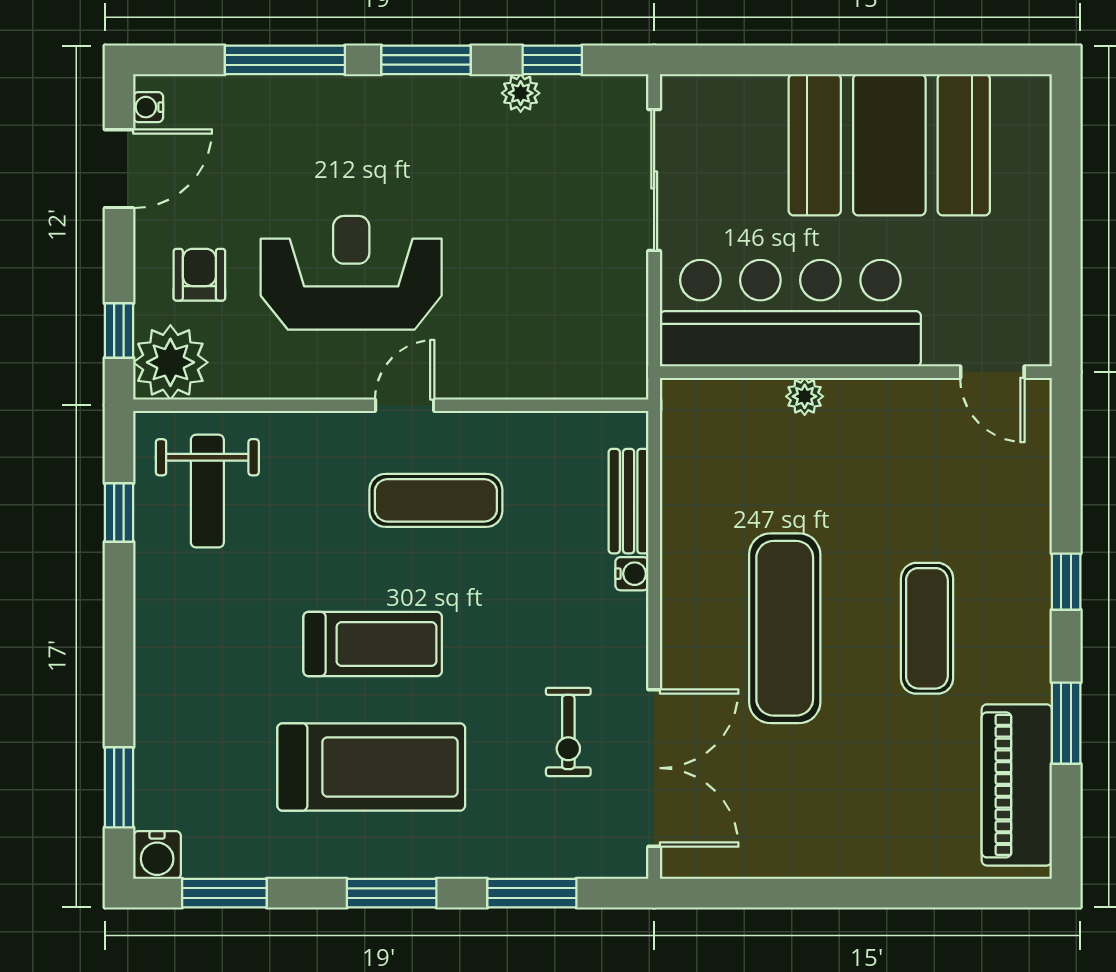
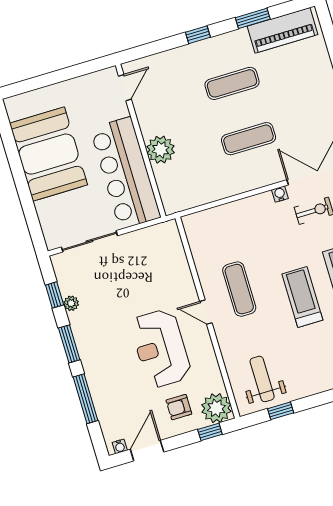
door: (119, 169) -> (147, 451), hinge flipped
plant: (805, 396) -> (161, 150), width x1.87, depth x1.87
weight bench: (207, 491) -> (262, 379), turned -90
bench: (629, 501) -> (217, 214), removed
water cooler: (632, 574) -> (280, 194), moved
exercise mat: (785, 628) -> (248, 139), width x0.73, depth x0.69

